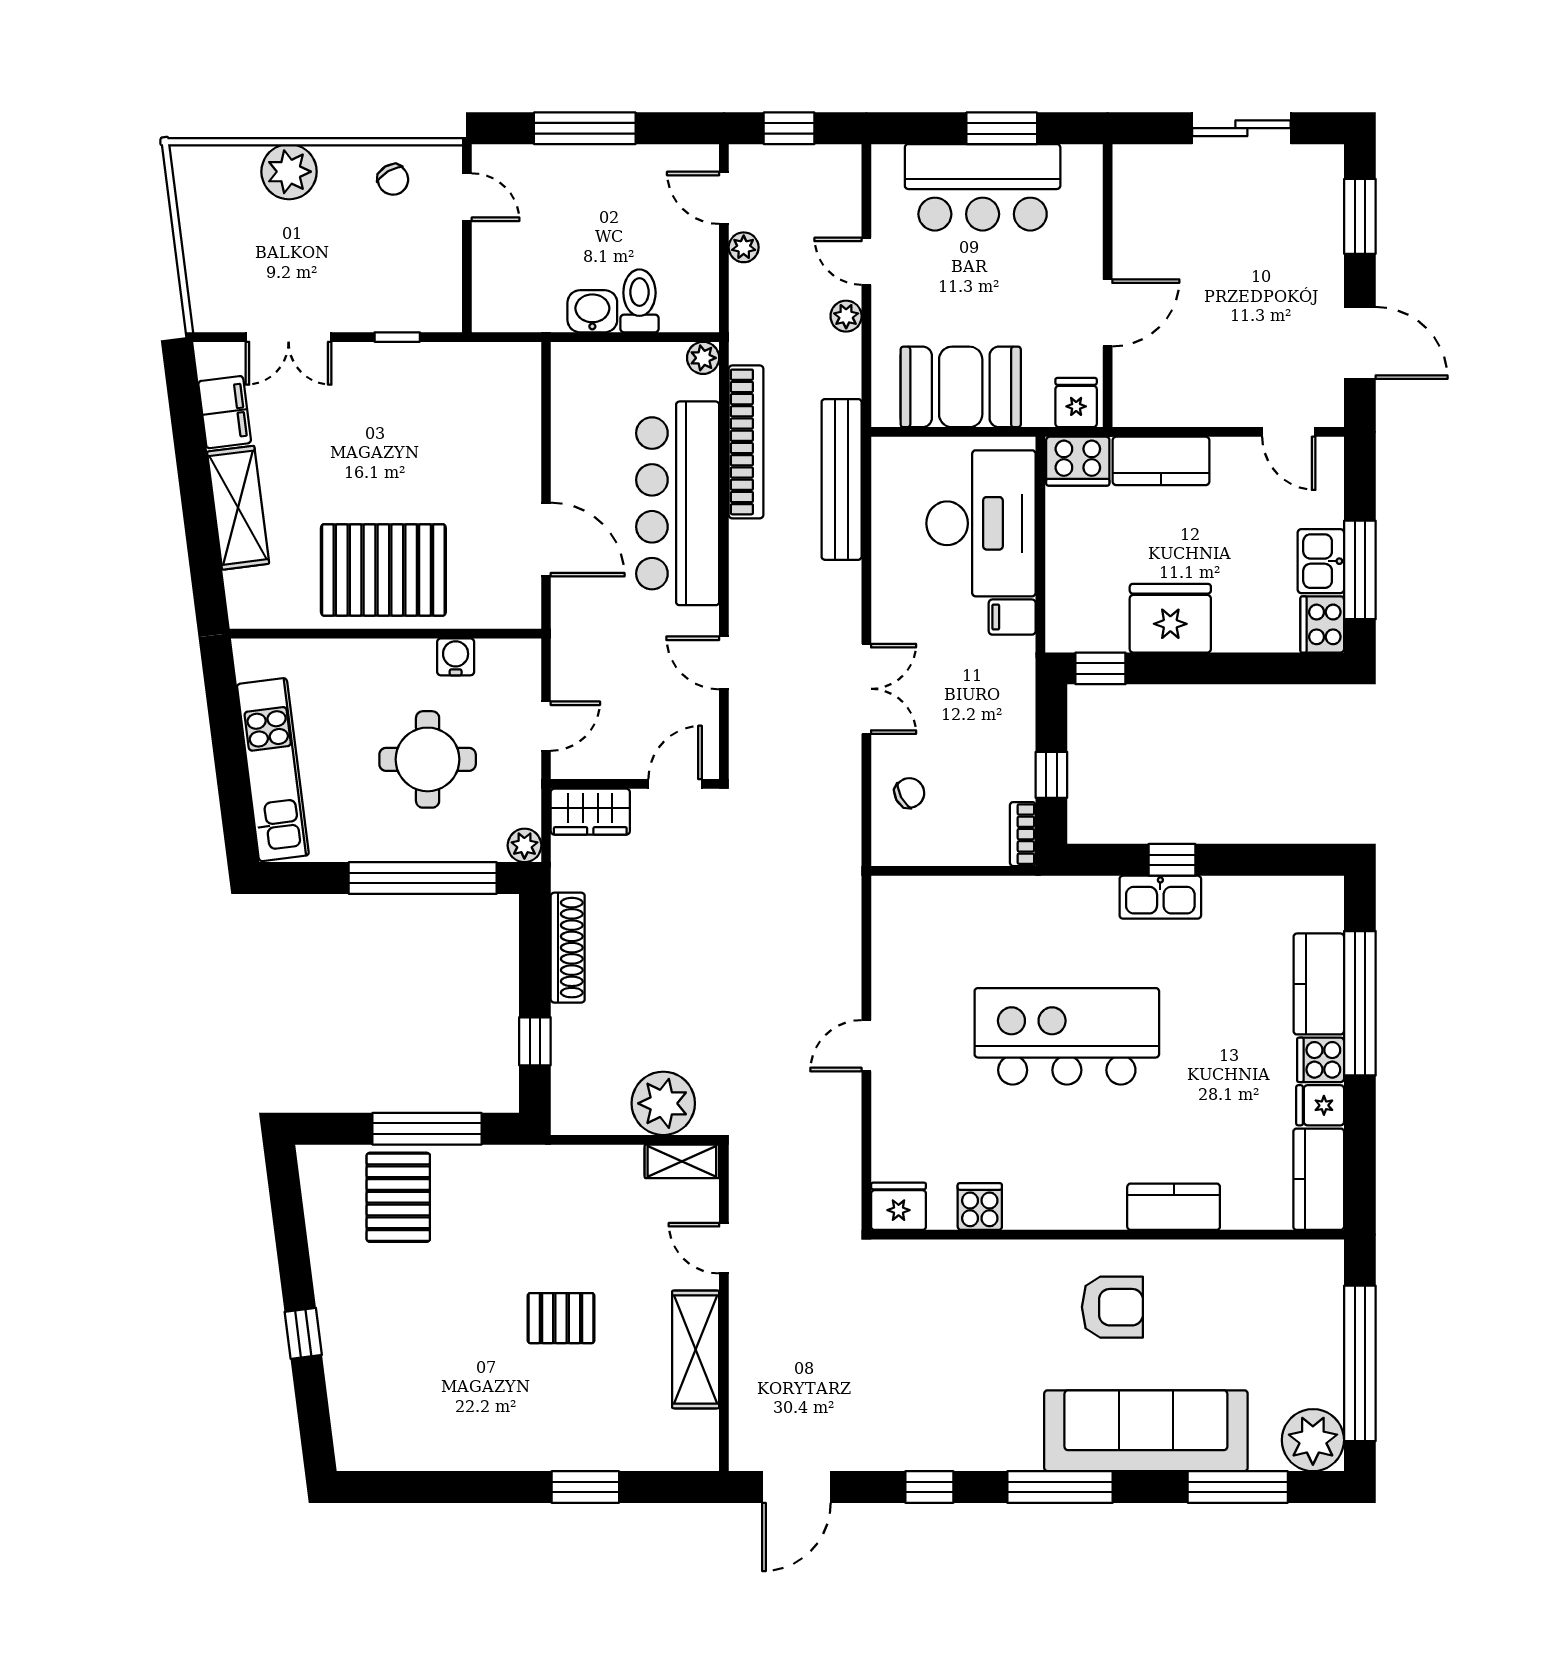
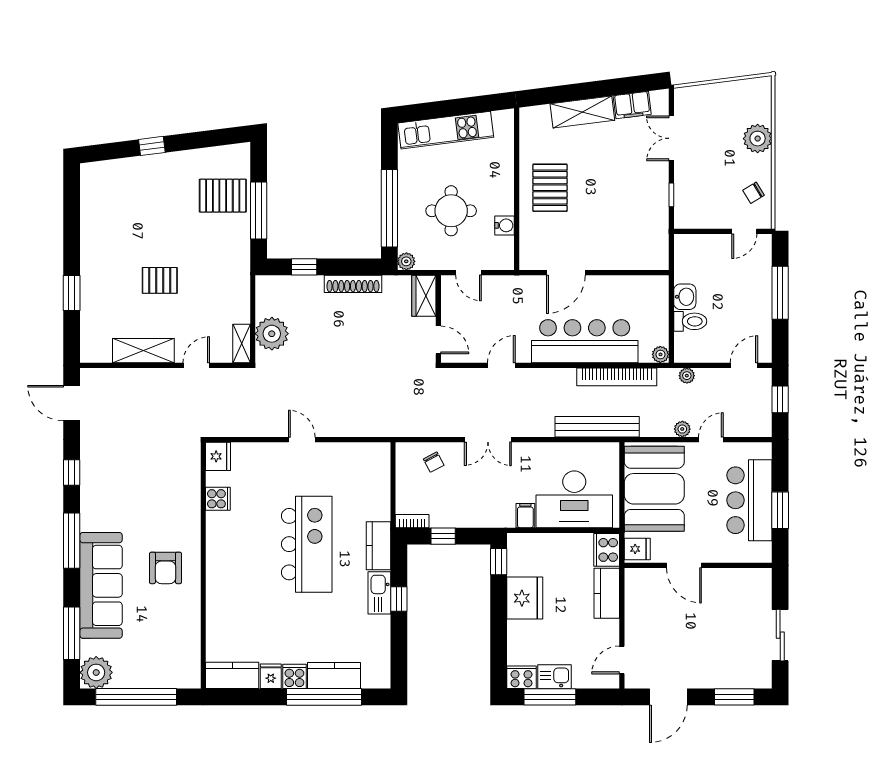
plant: (744, 247) -> (687, 376), moved
booth: (961, 387) -> (654, 489), width x1.36, depth x1.42
pallet: (383, 570) -> (550, 188), width x0.73, depth x0.71
kitchen counter: (1174, 1207) -> (378, 546), moved, turned 180
pallet: (561, 1318) -> (160, 280), turned 90

